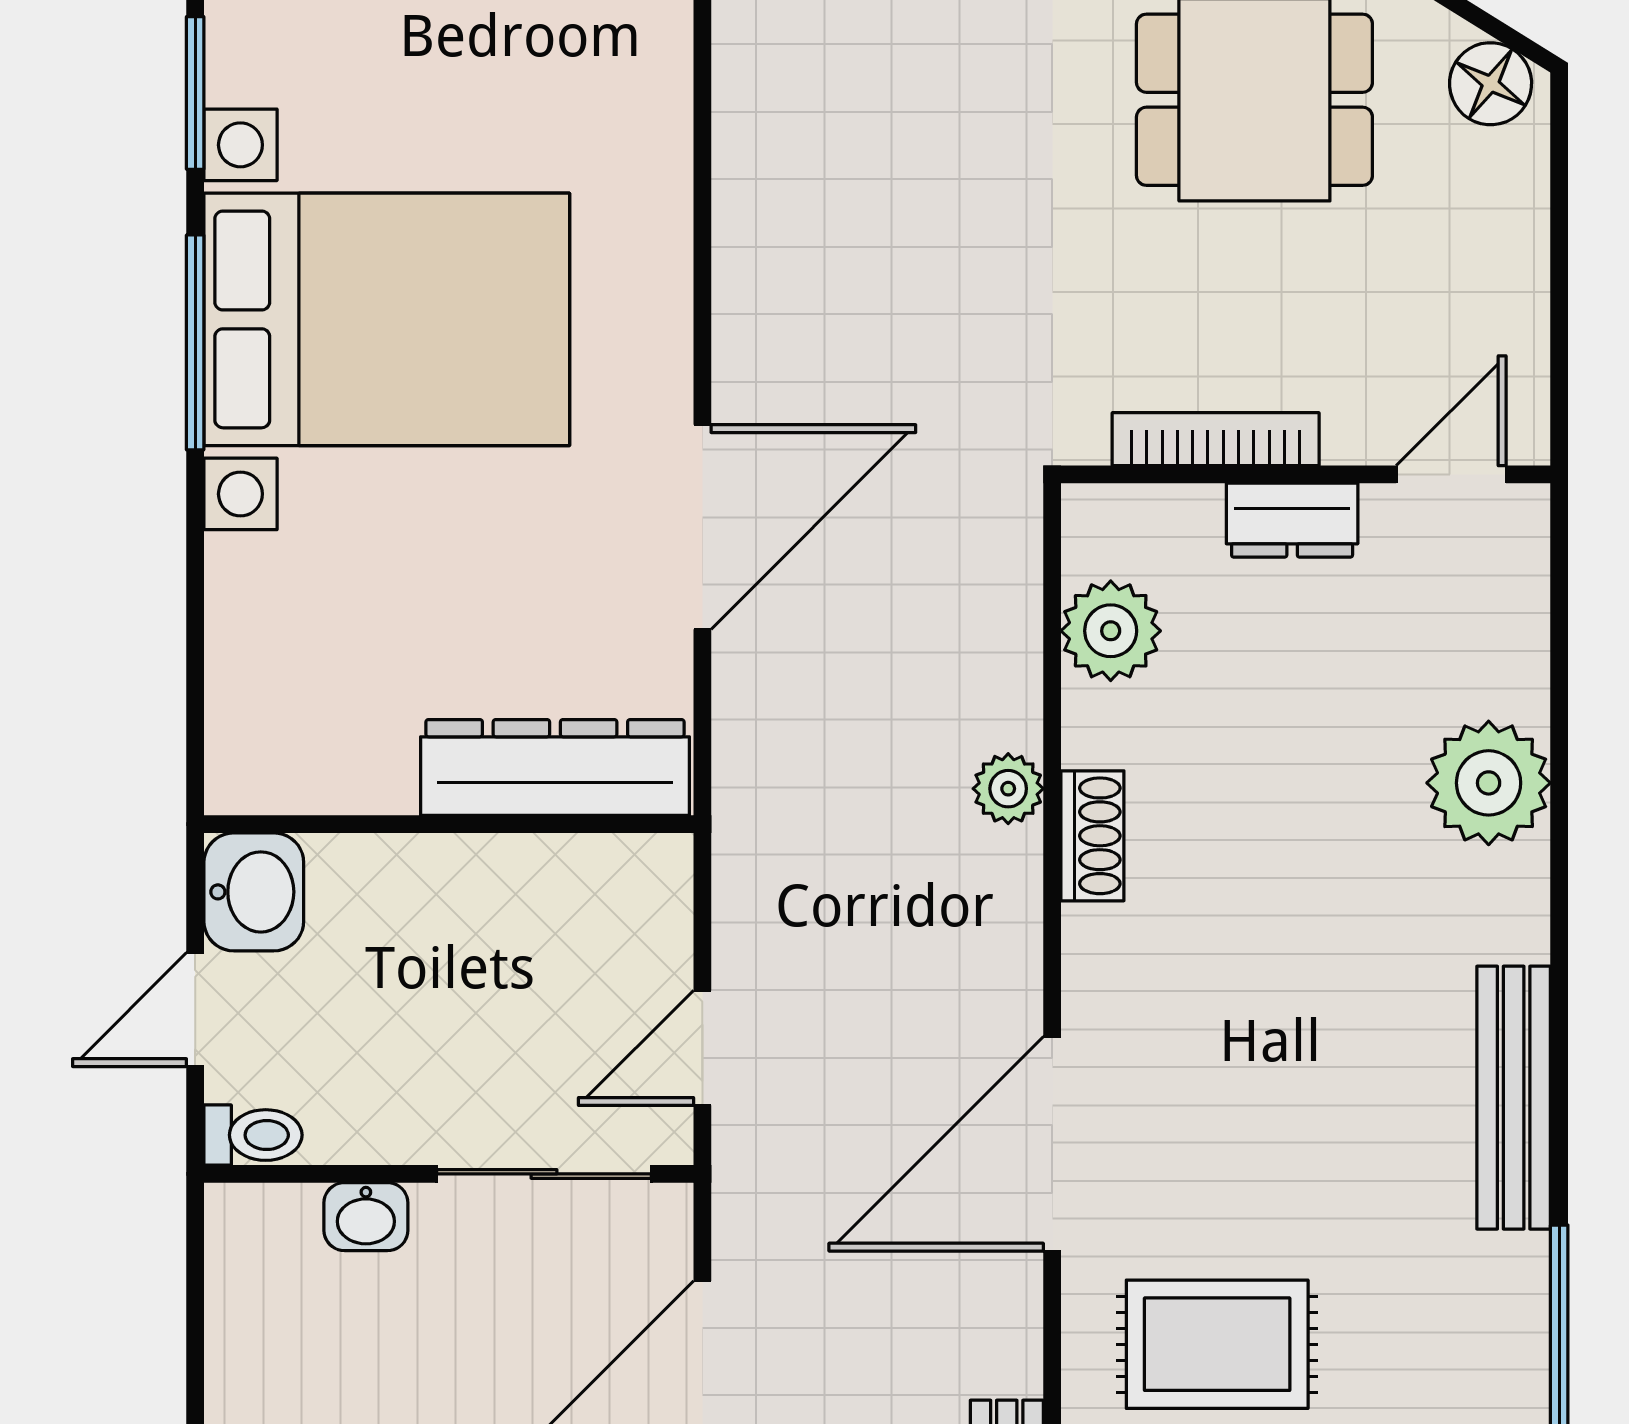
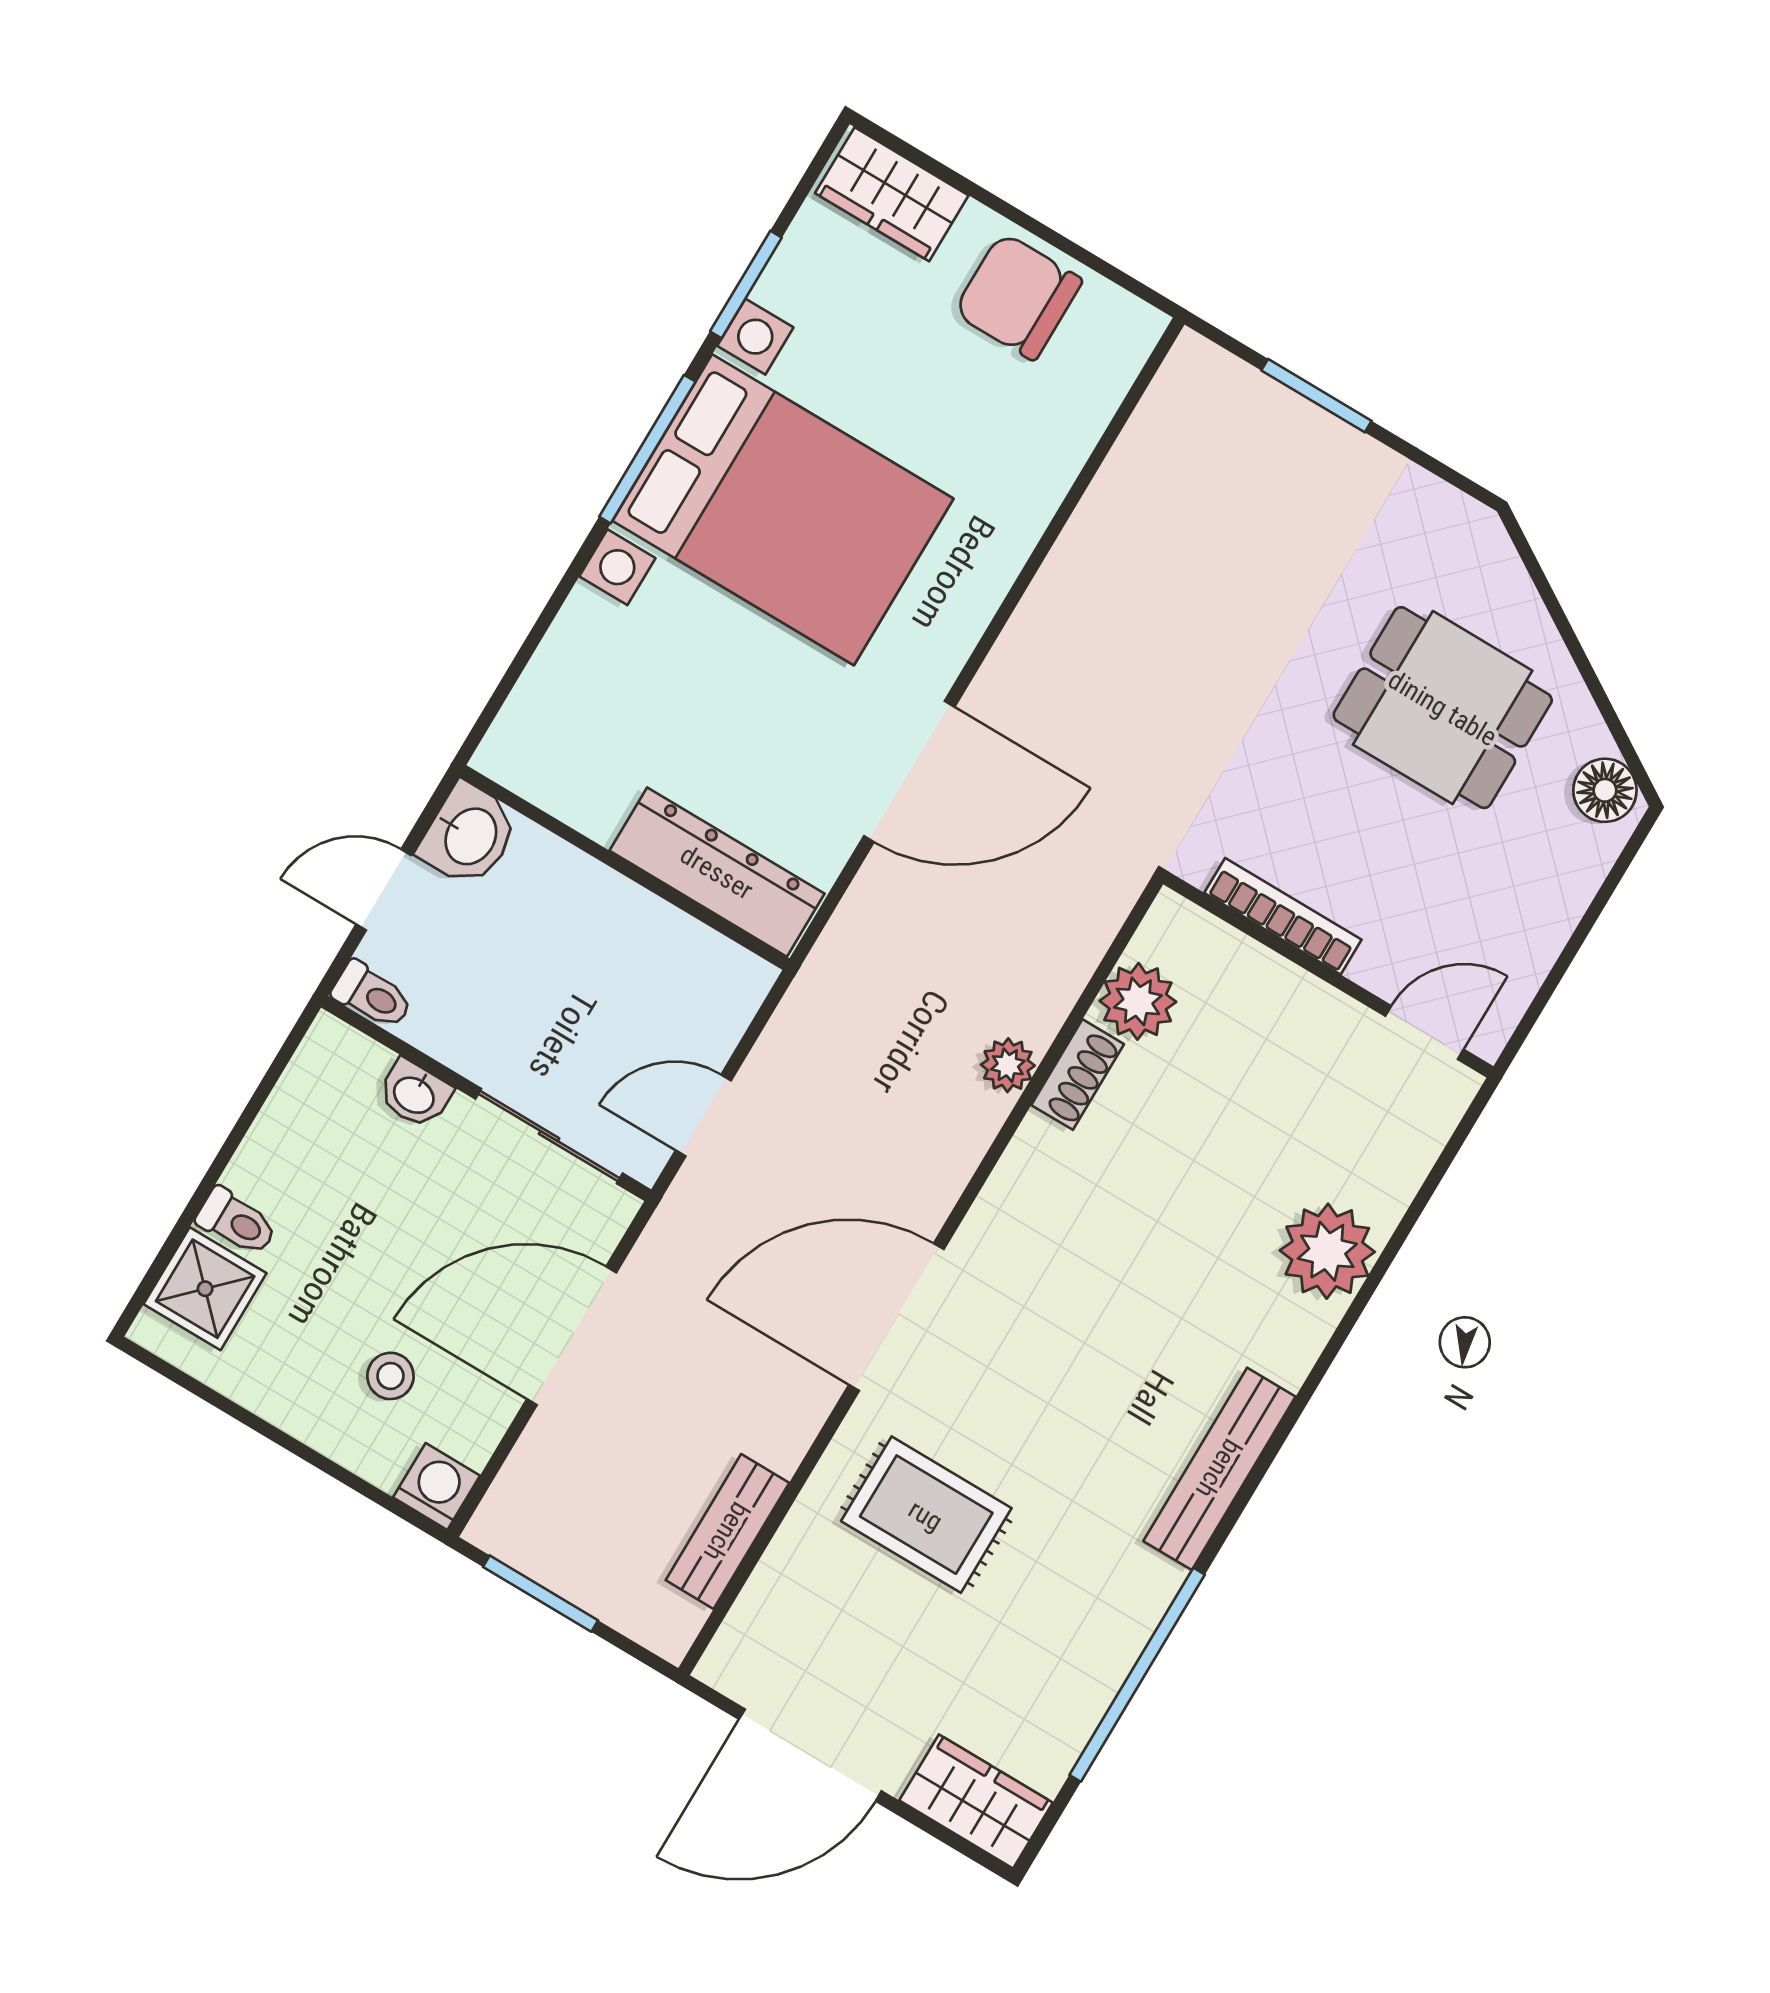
dresser: (1292, 520) -> (1301, 1000), removed
shoe rack: (1092, 836) -> (1078, 1075), moved

